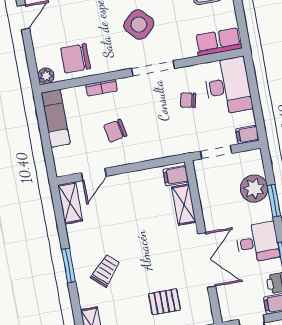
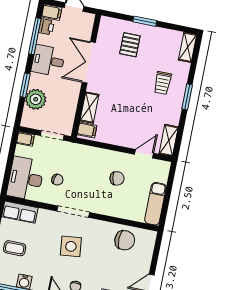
side table: (139, 25) -> (71, 246), turned 37
plant: (46, 76) -> (150, 236), removed
bookcase: (101, 88) -> (115, 212), removed
trolley: (106, 271) -> (163, 83), turned -42
pallet: (165, 302) -> (130, 45), turned 90

